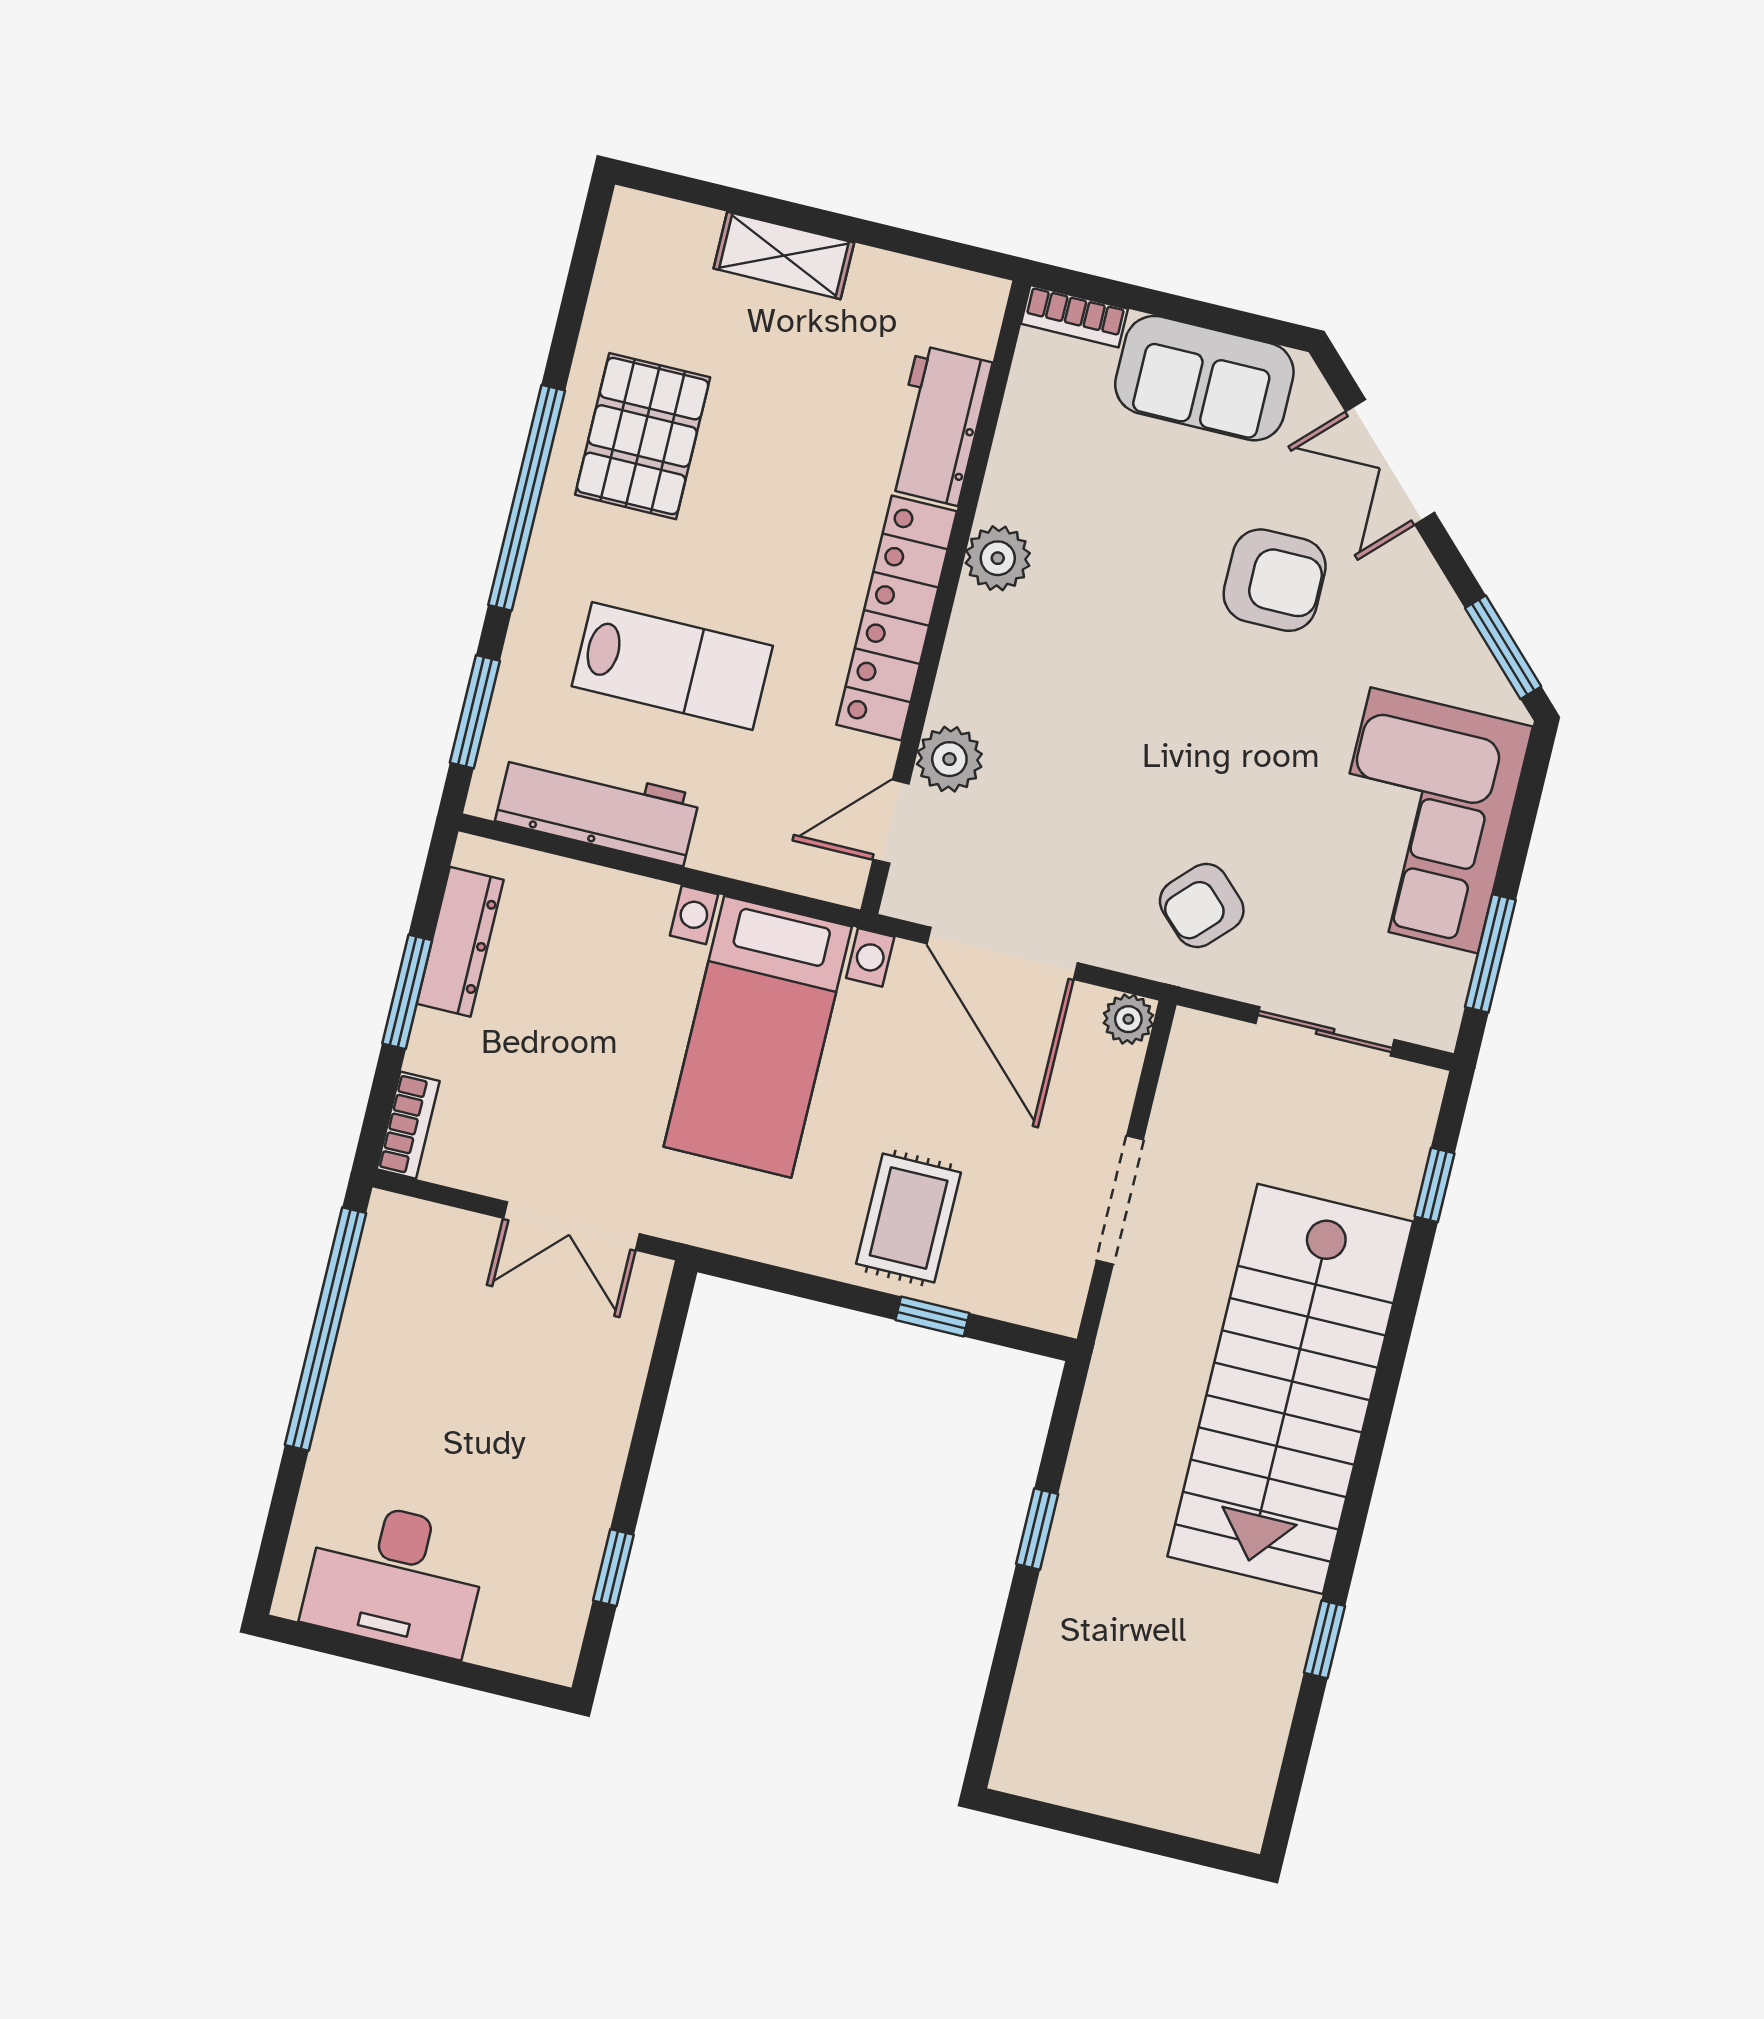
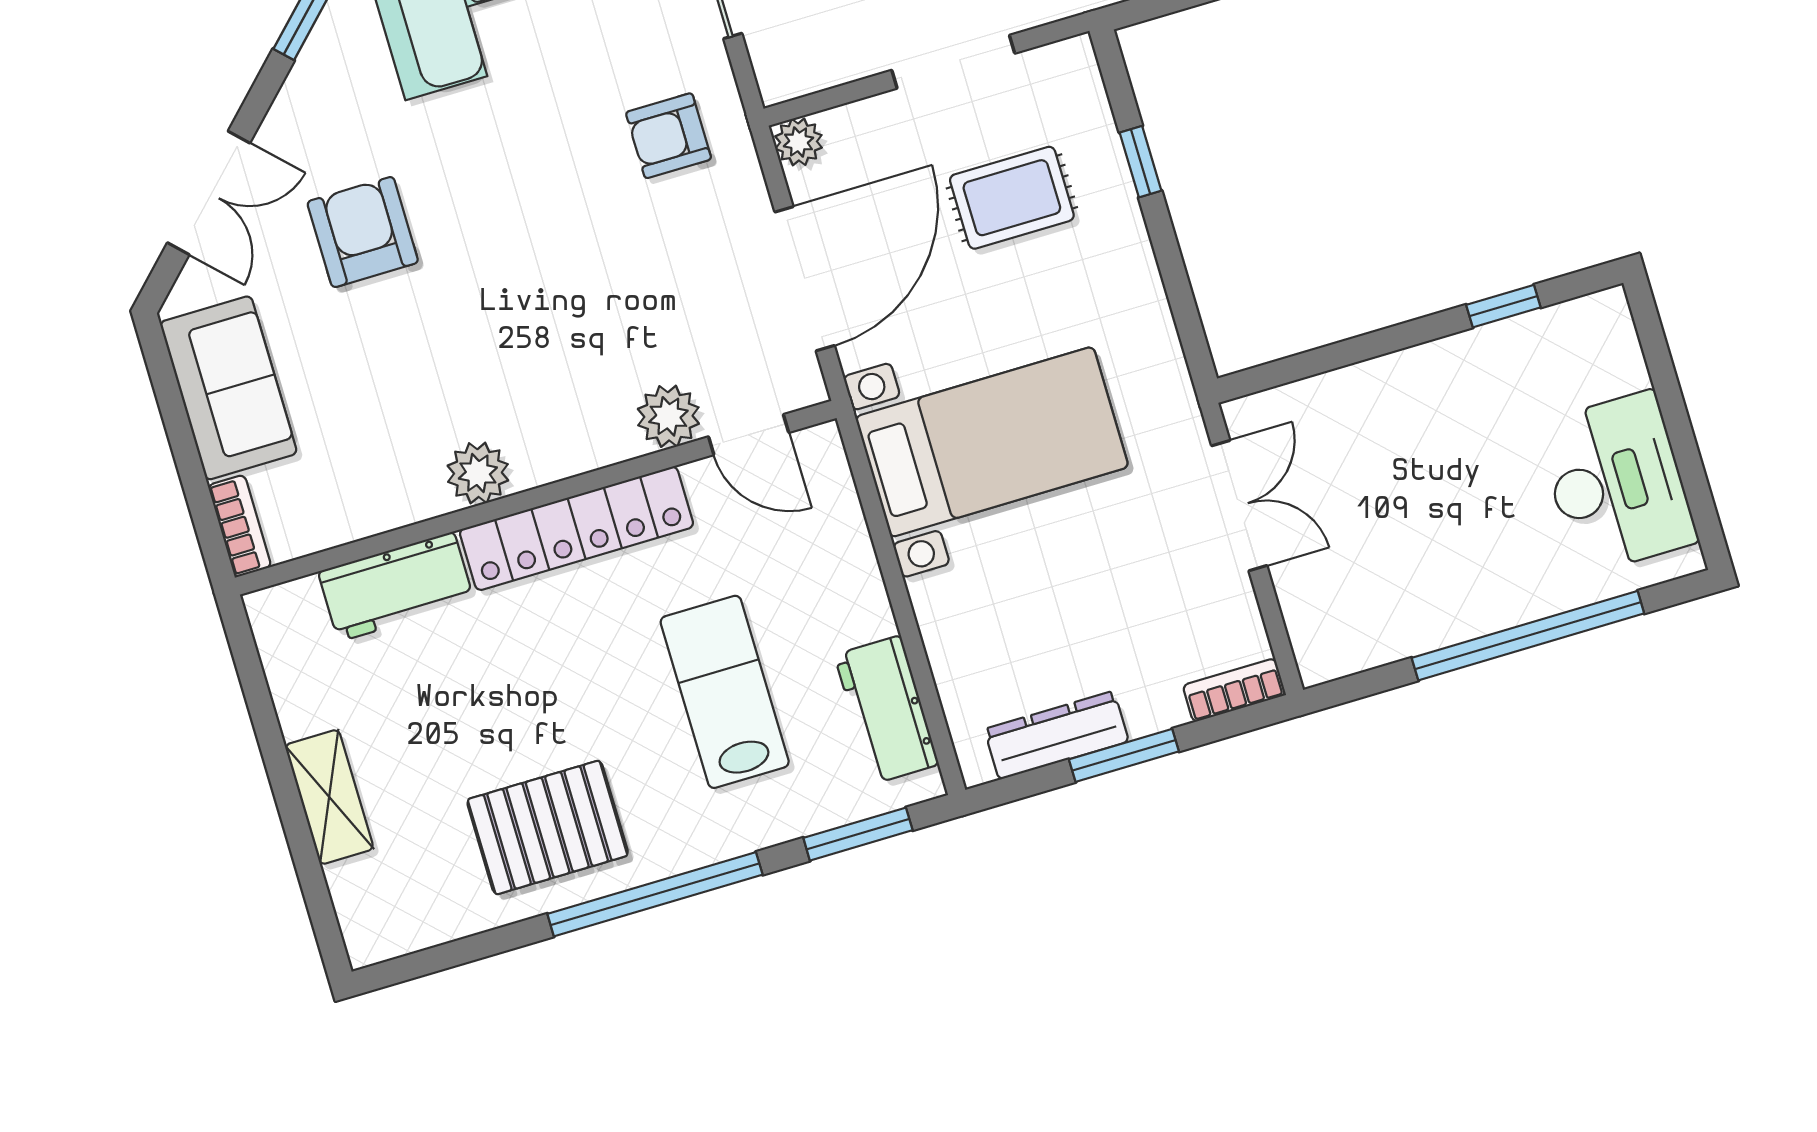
workbench: (597, 809) -> (887, 710), width x0.73
armchair: (1202, 905) -> (669, 136), turned 136
rug: (909, 1218) -> (1012, 198), moved
window: (326, 1329) -> (1528, 636), moved

